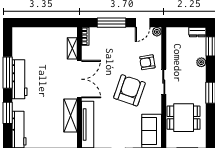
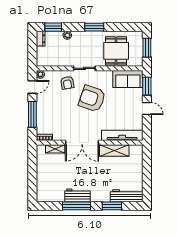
door: (143, 23) -> (32, 87), hinge flipped
workbench: (20, 79) -> (77, 195), width x0.73
double door: (79, 79) -> (82, 143), swing flipped

